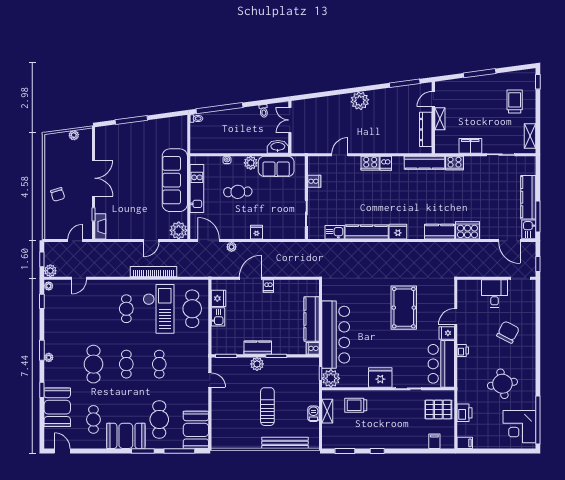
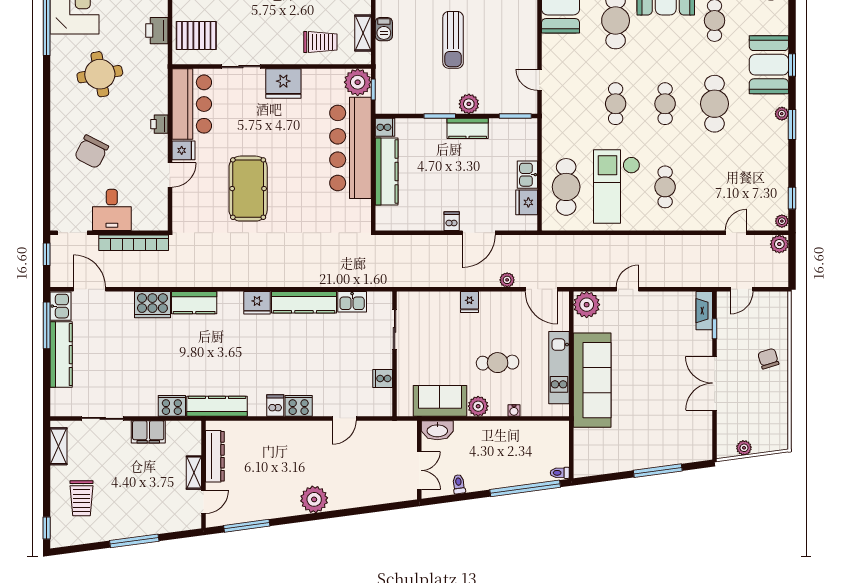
window: (42, 259) -> (792, 261), removed
bookcase: (153, 272) -> (134, 243), moved
booth: (57, 407) -> (769, 65), moved

